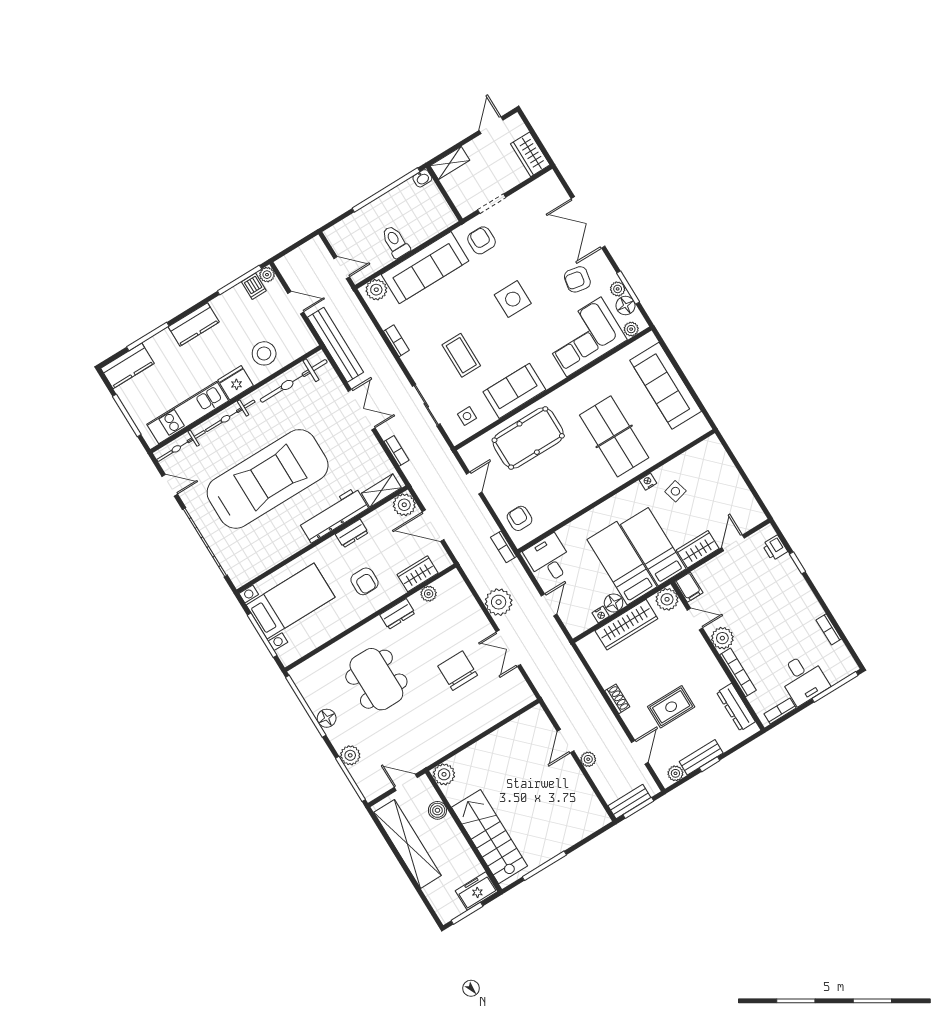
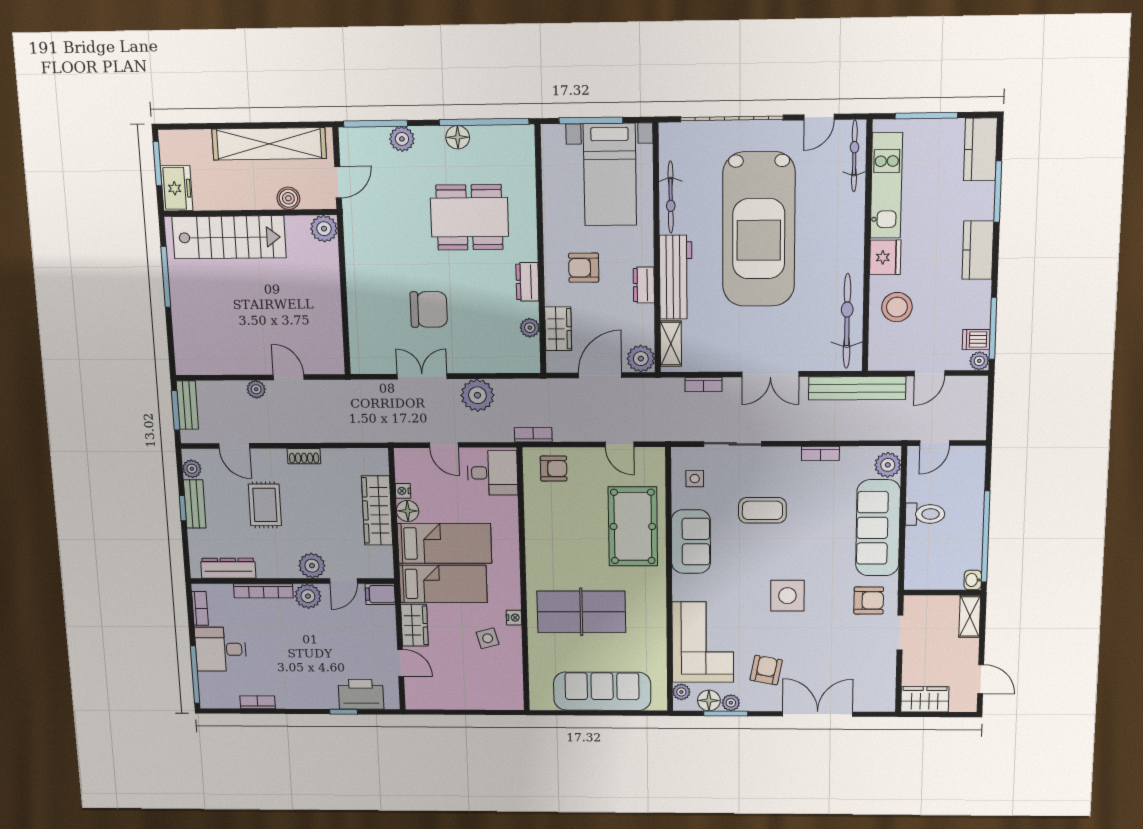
bicycle: (230, 416) -> (671, 197), moved, turned 180
printer: (775, 548) -> (361, 694), width x1.87, depth x1.48
plant: (667, 599) -> (312, 566), moved

